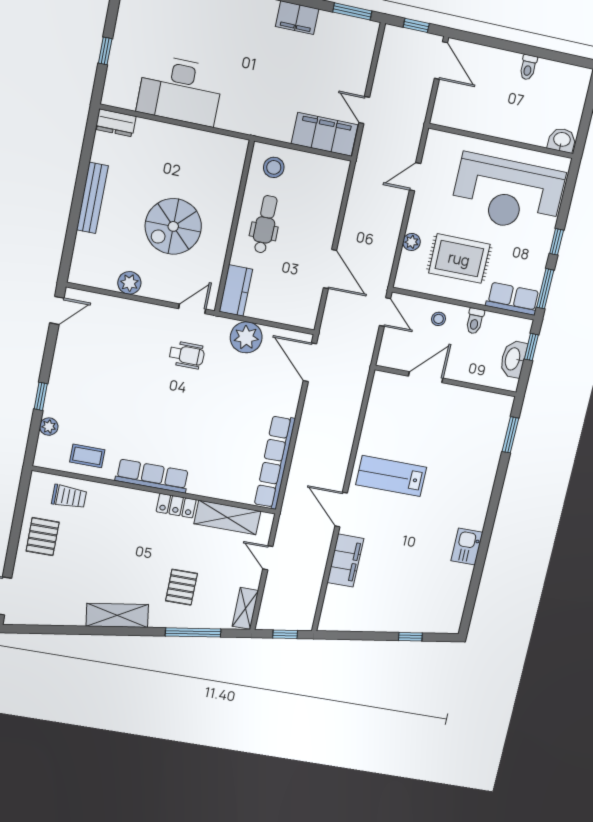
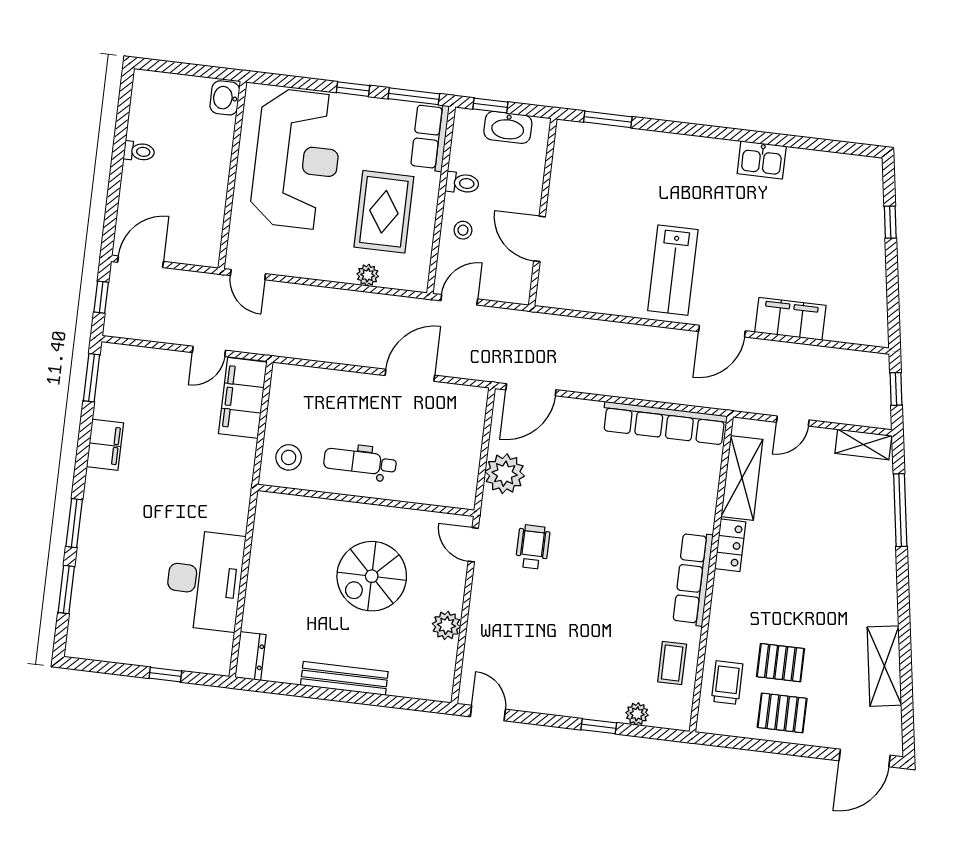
door: (415, 177) -> (248, 275), moved
spiral stairs: (173, 226) -> (372, 576), turned 90
kitchen counter: (236, 290) -> (446, 492), removed
pallet: (181, 587) -> (781, 663), moved
shelving: (117, 615) -> (884, 666), moved

